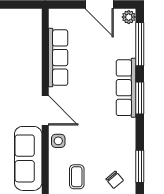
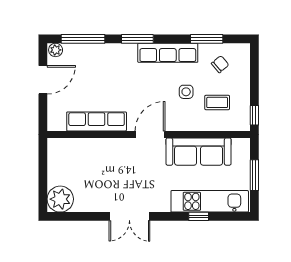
row of seats: (126, 88) -> (168, 53), moved
side table: (58, 141) -> (186, 92), moved

